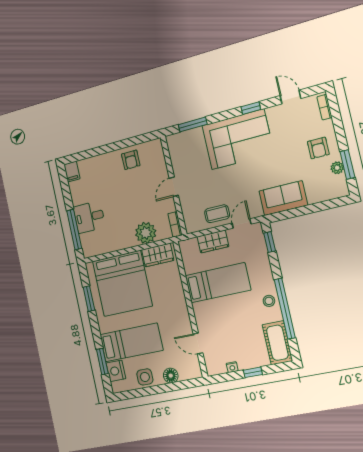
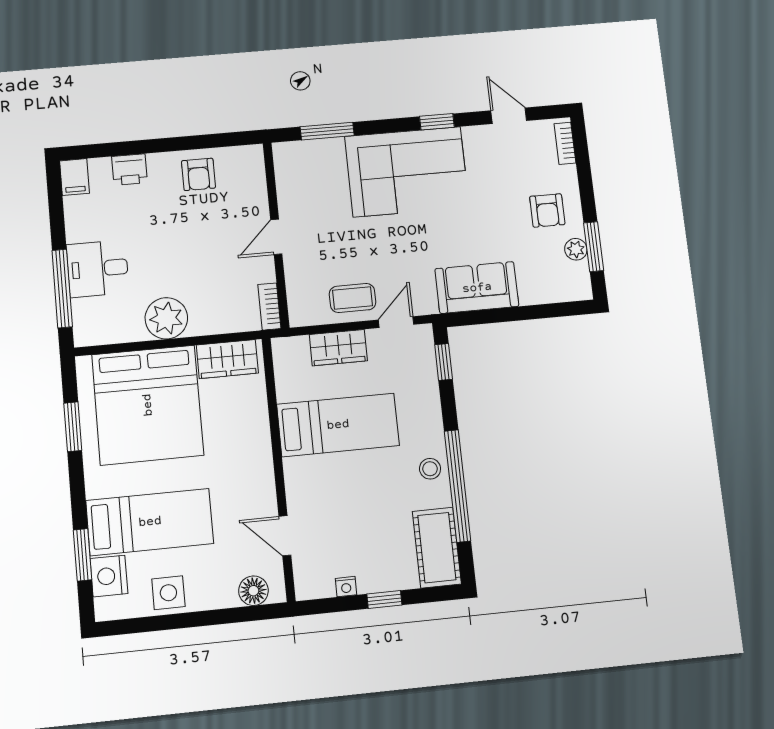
printer: (97, 163) -> (129, 170), added
plant: (146, 233) -> (166, 318), moved
floor lamp: (171, 376) -> (253, 591), moved

